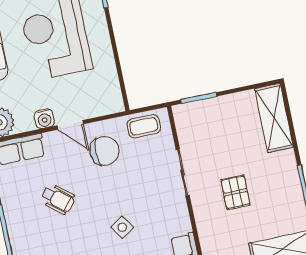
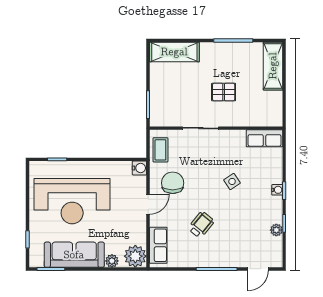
water cooler: (44, 119) -> (139, 168), moved

